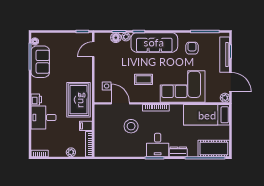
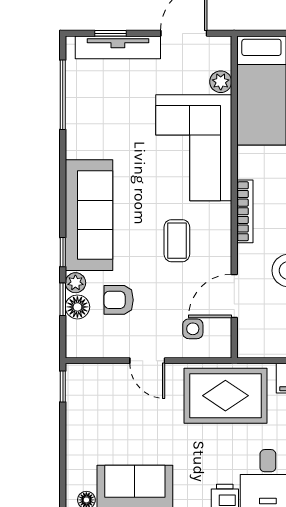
armchair: (192, 48) -> (119, 300), moved
door: (93, 49) -> (147, 361), moved
plant: (225, 98) -> (221, 82), moved

